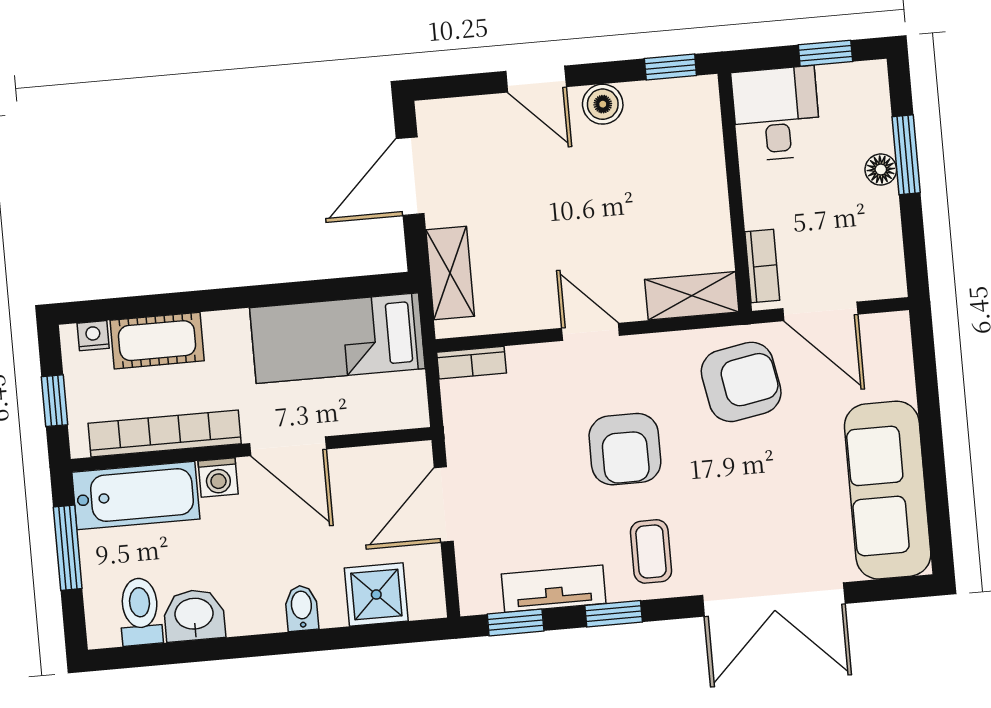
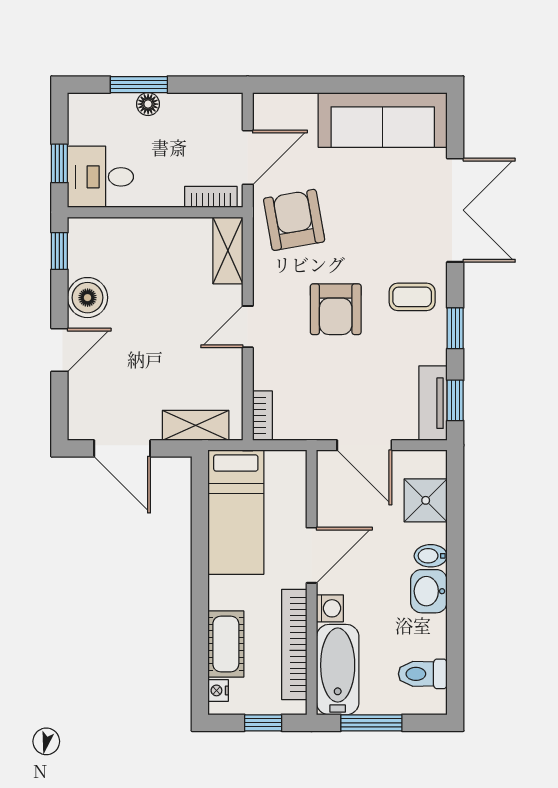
window: (825, 53) -> (59, 163), moved
boiler: (603, 104) -> (88, 298), width x1.36, depth x1.36
armchair: (625, 449) -> (336, 309), turned 90
tv unit: (554, 589) -> (433, 403), moved
washbasin: (194, 615) -> (429, 591), moved

